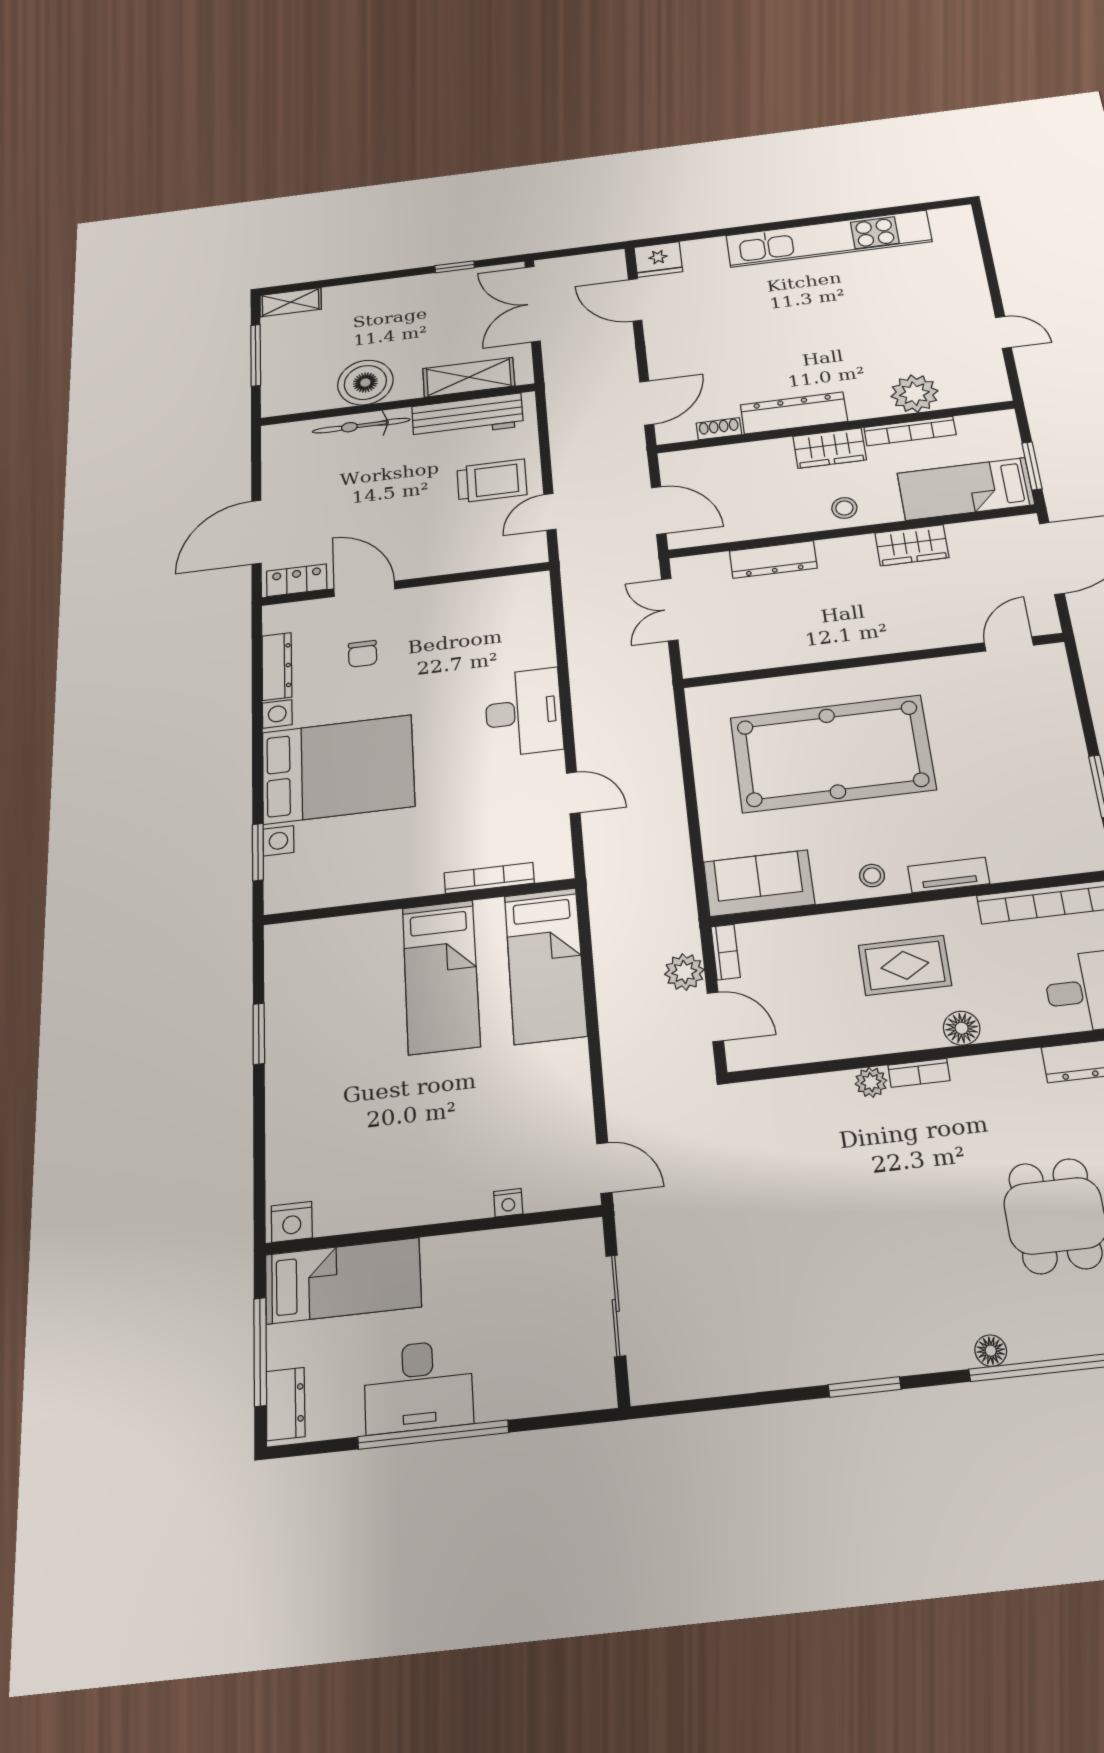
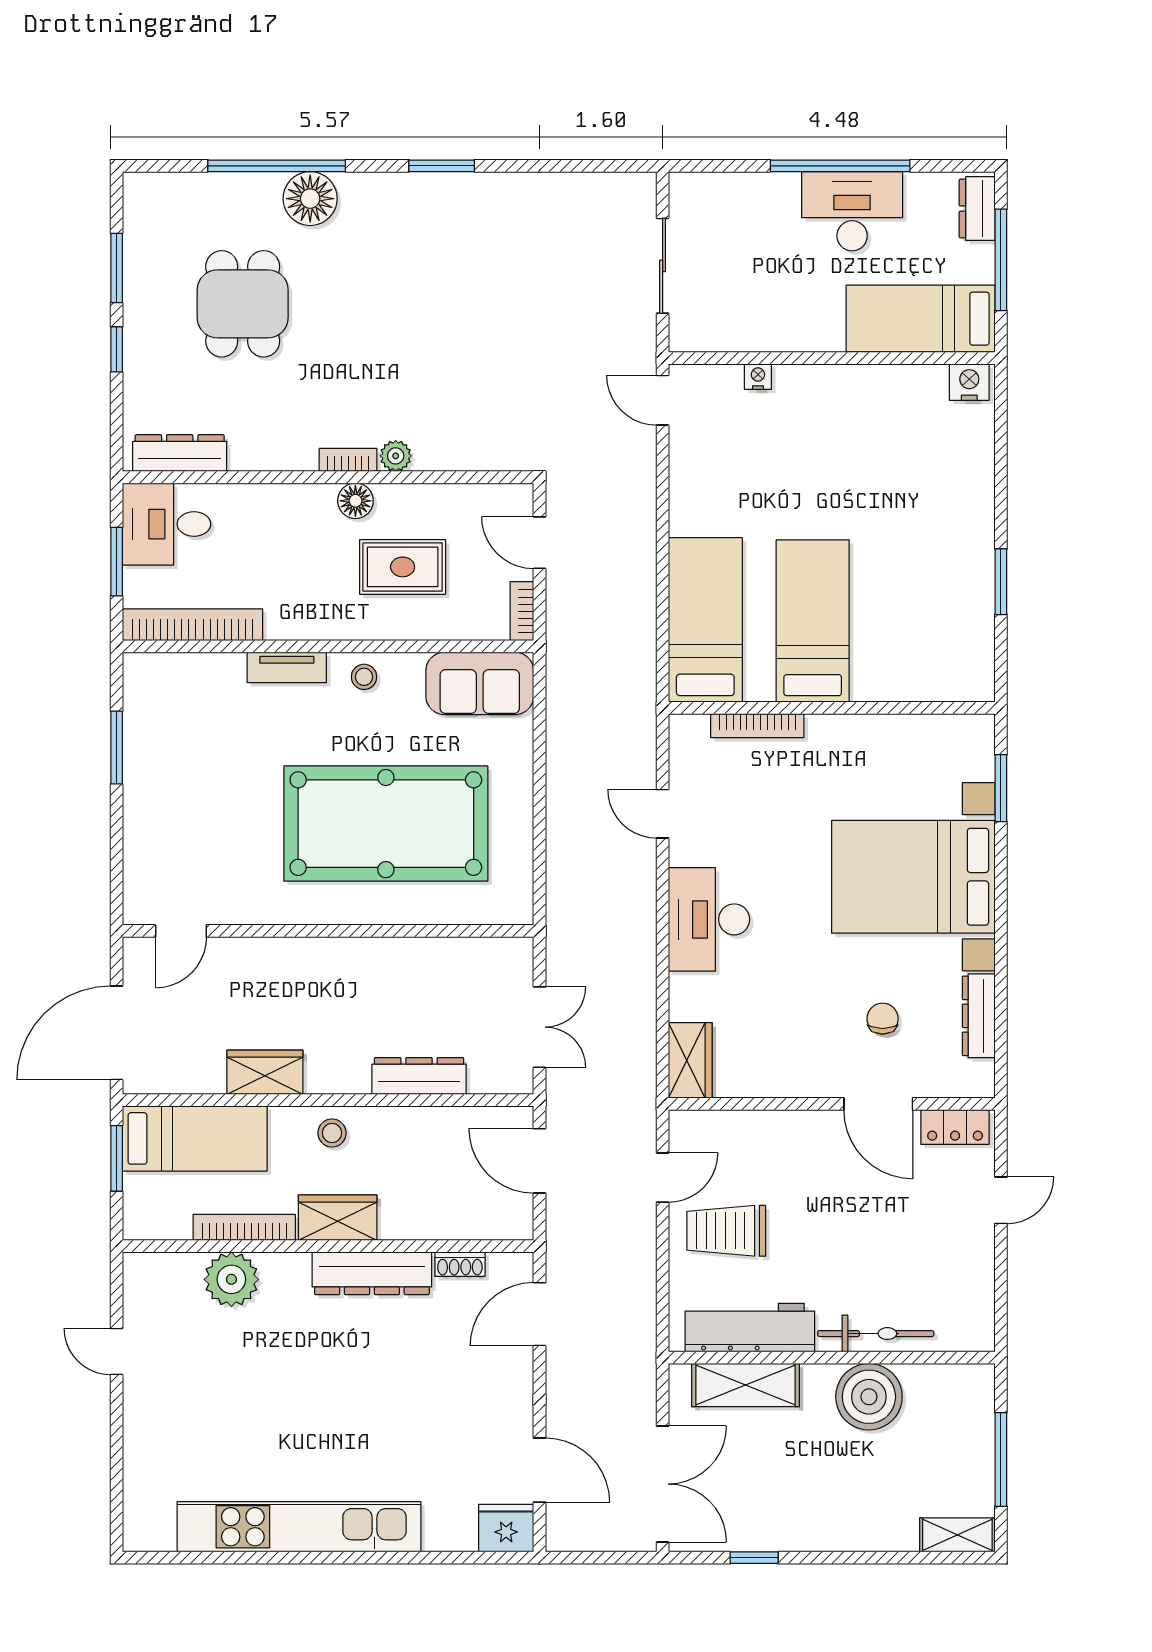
door: (256, 532) -> (1001, 1200), width x0.53
wardrobe: (532, 601) -> (690, 1060), added
rug: (905, 965) -> (403, 567), moved
plant: (684, 972) -> (566, 595), removed
floor lamp: (962, 1028) -> (355, 501), moved
floor lamp: (991, 1351) -> (310, 199), width x1.89, depth x1.89

